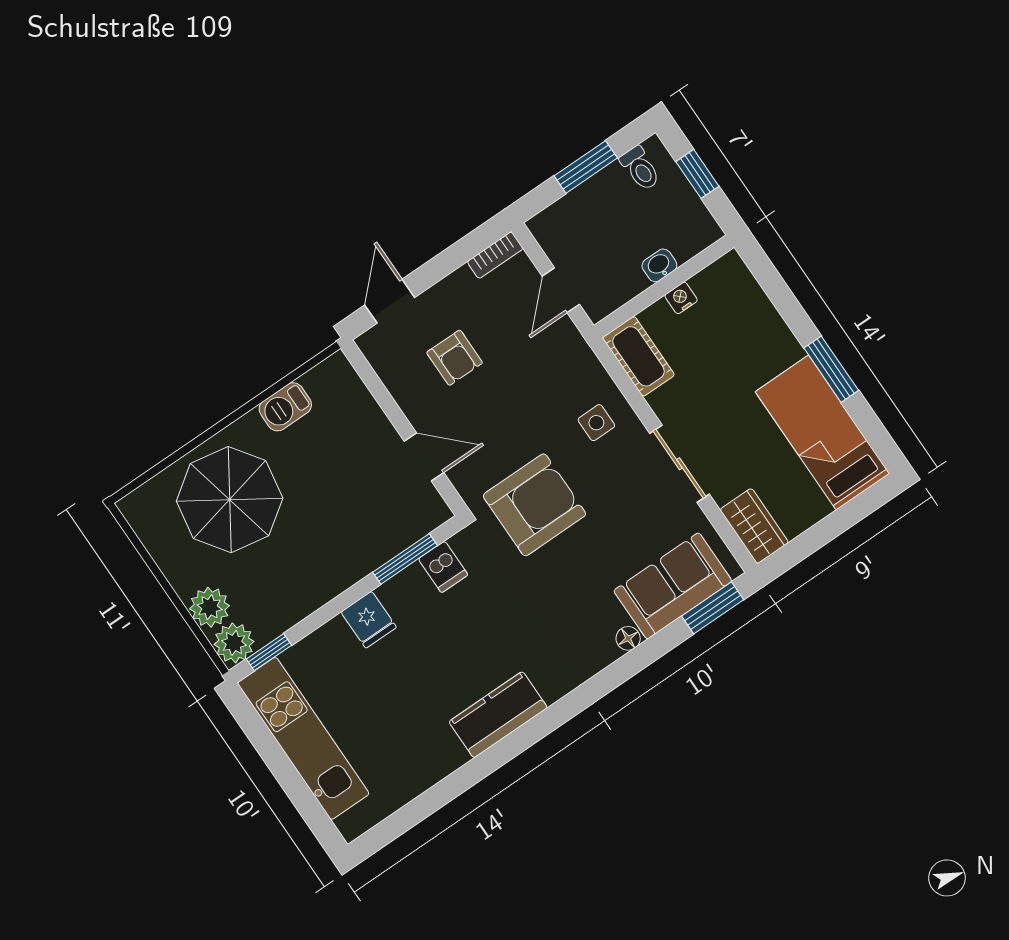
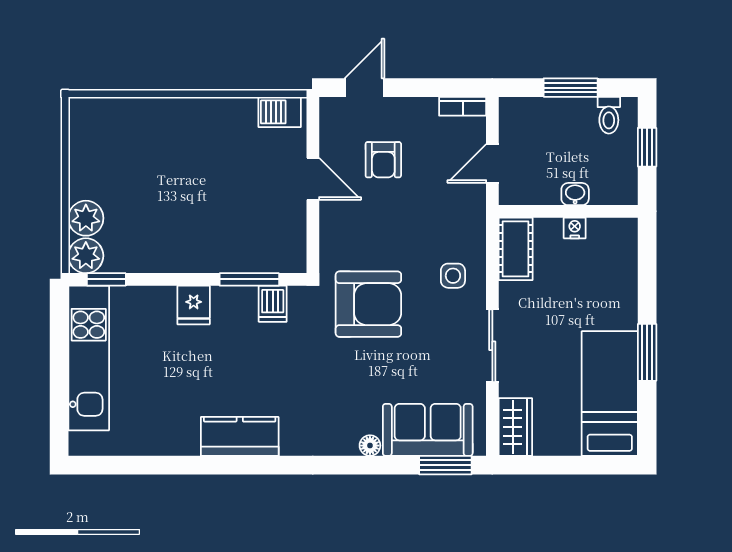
barbecue: (285, 407) -> (280, 112), moved
door: (424, 457) -> (313, 179), moved
parasol: (230, 500) -> (153, 151), removed

